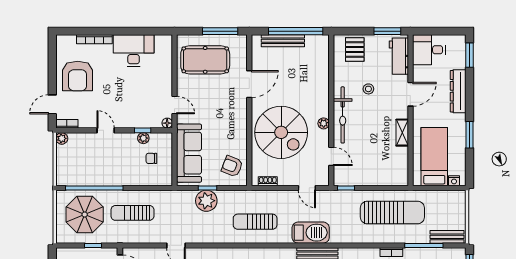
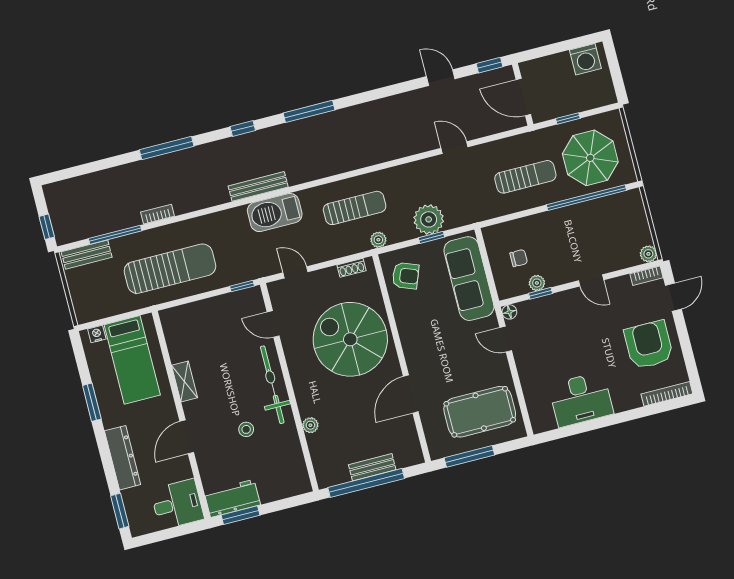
bookcase: (94, 39) -> (667, 394), moved
bench: (283, 41) -> (372, 467), width x0.73
pallet: (355, 49) -> (279, 479), removed
workbench: (399, 56) -> (232, 498), moved, turned -90
plant: (324, 123) -> (310, 425), moved
plant: (244, 196) -> (378, 240), added
sun lounger: (392, 212) -> (170, 269), turned 180

